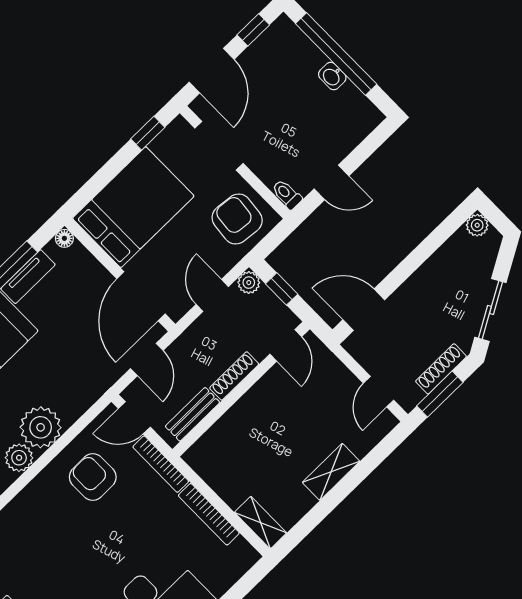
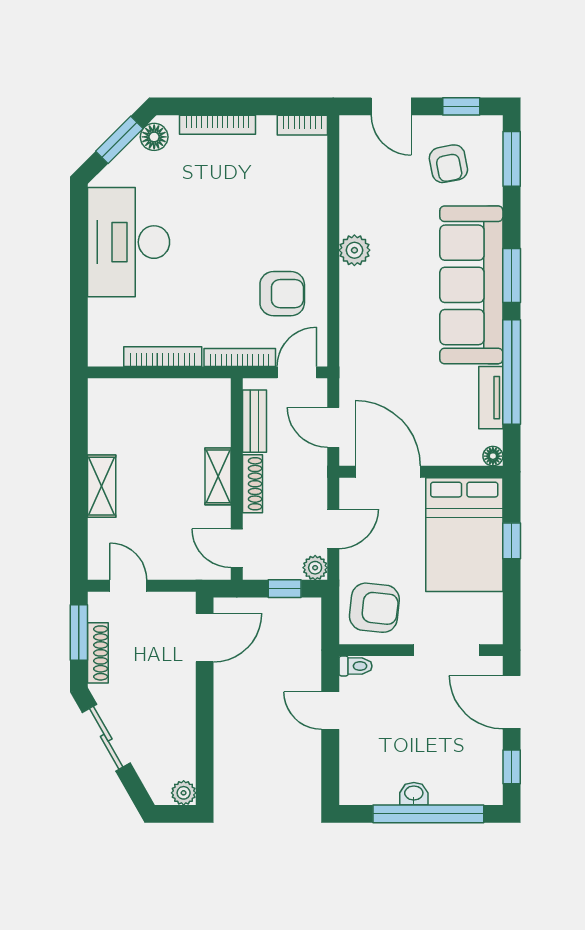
window: (148, 133) -> (512, 541), moved
door: (331, 182) -> (330, 711), hinge flipped
door: (212, 295) -> (333, 529), hinge flipped
plant: (41, 427) -> (362, 291), removed
shelving: (261, 523) -> (218, 476), moved, turned 90

